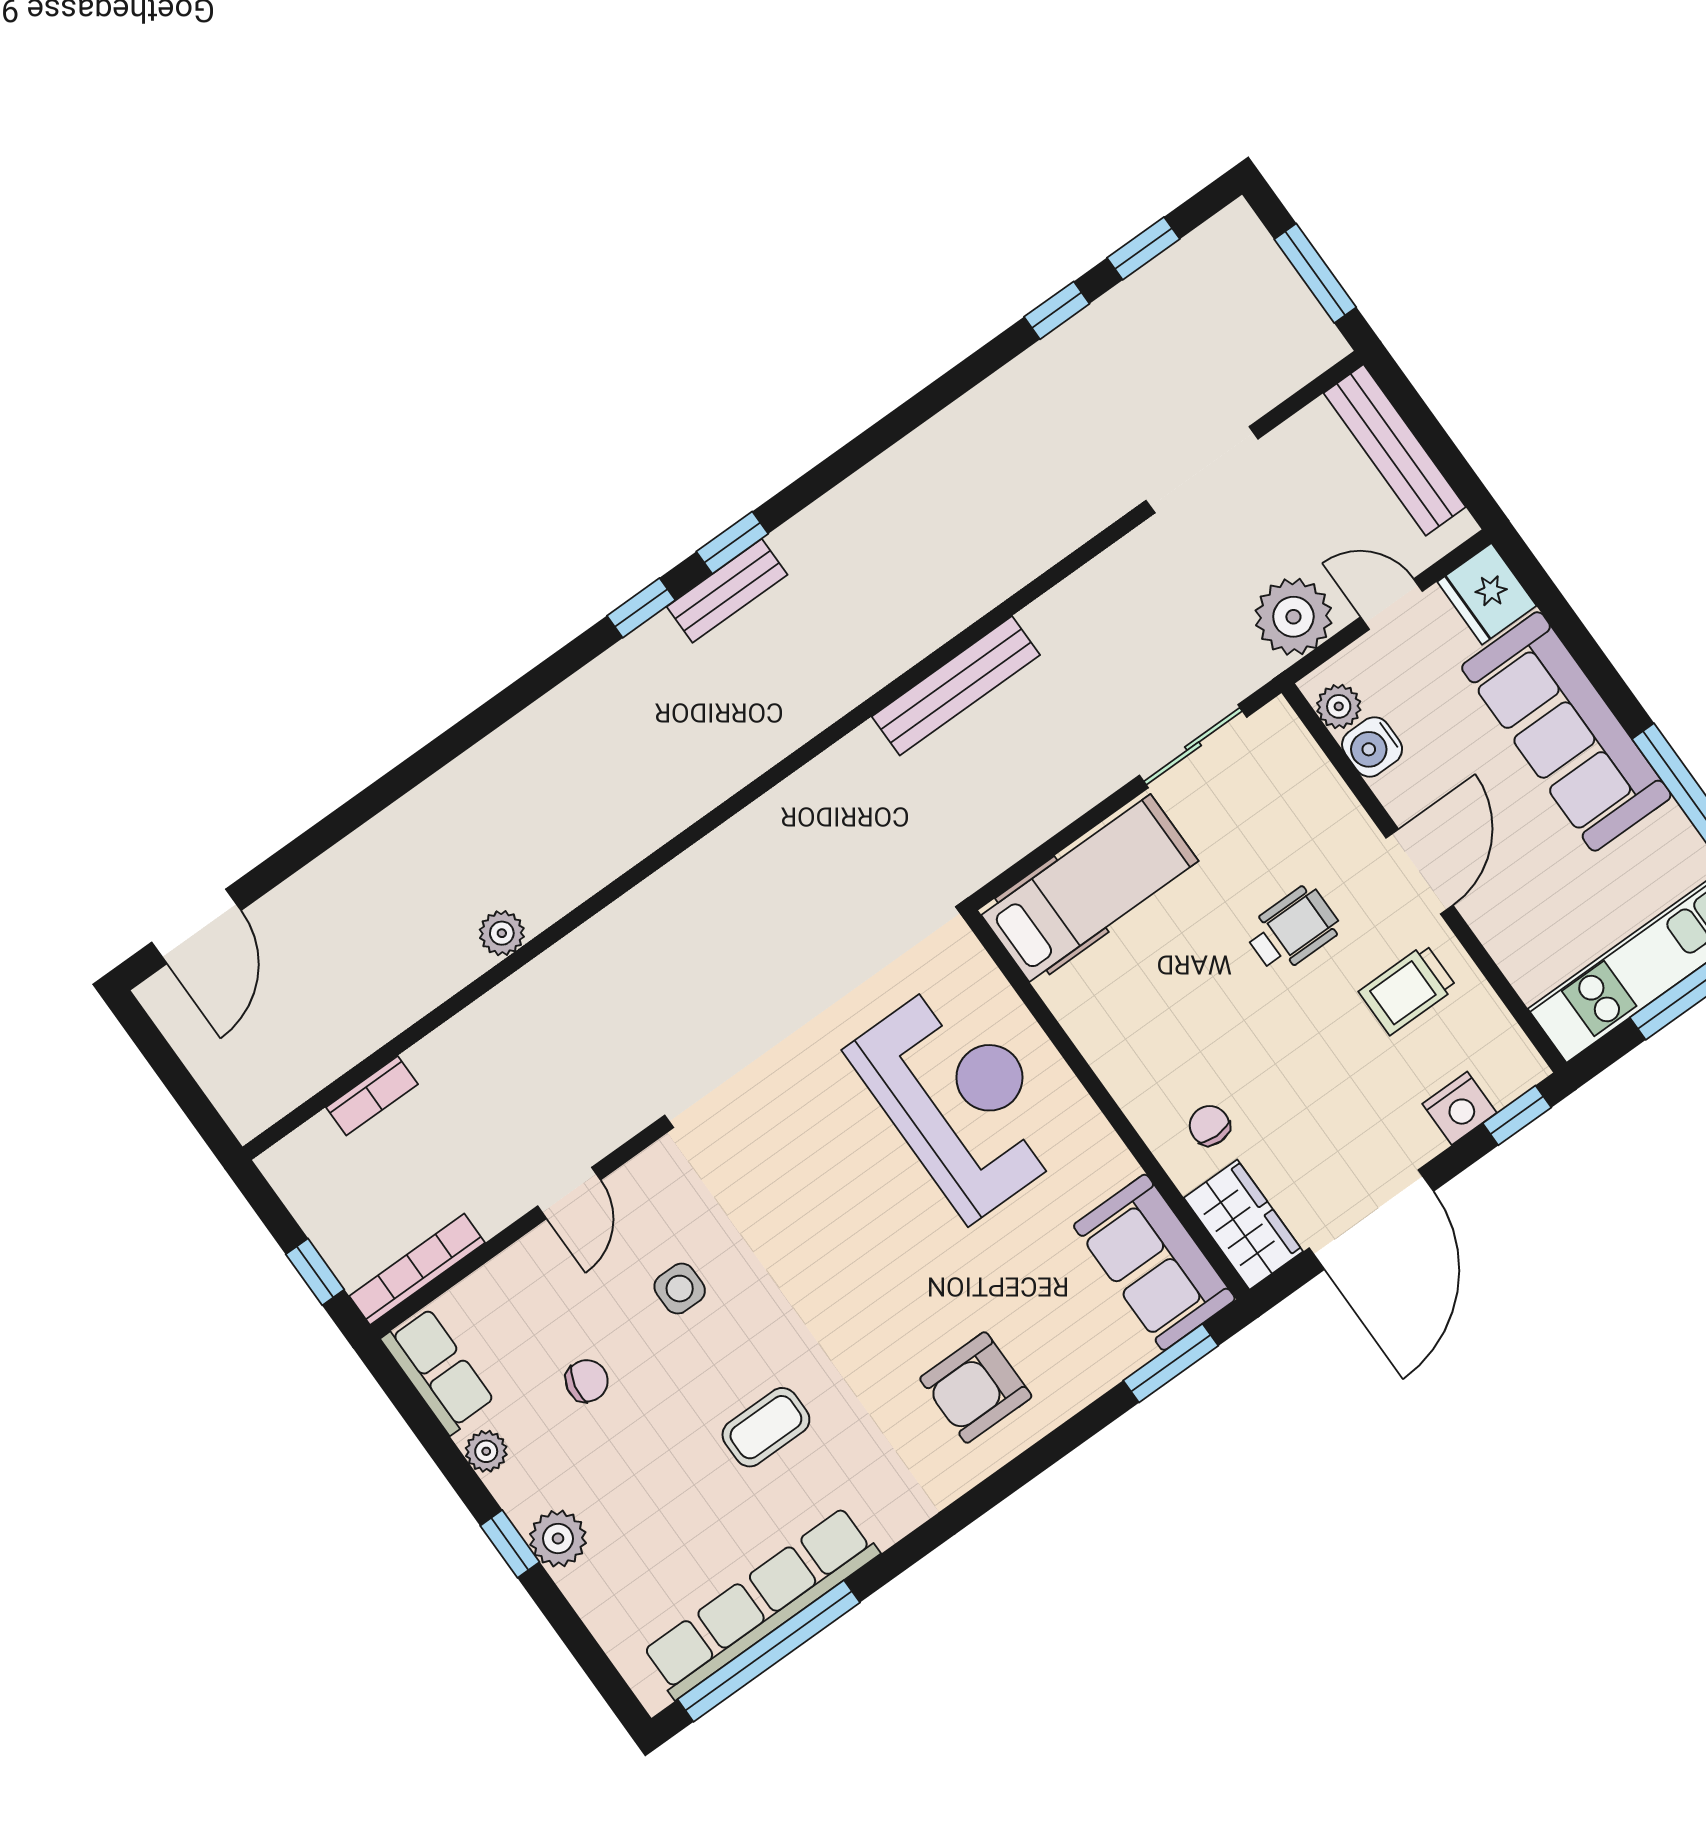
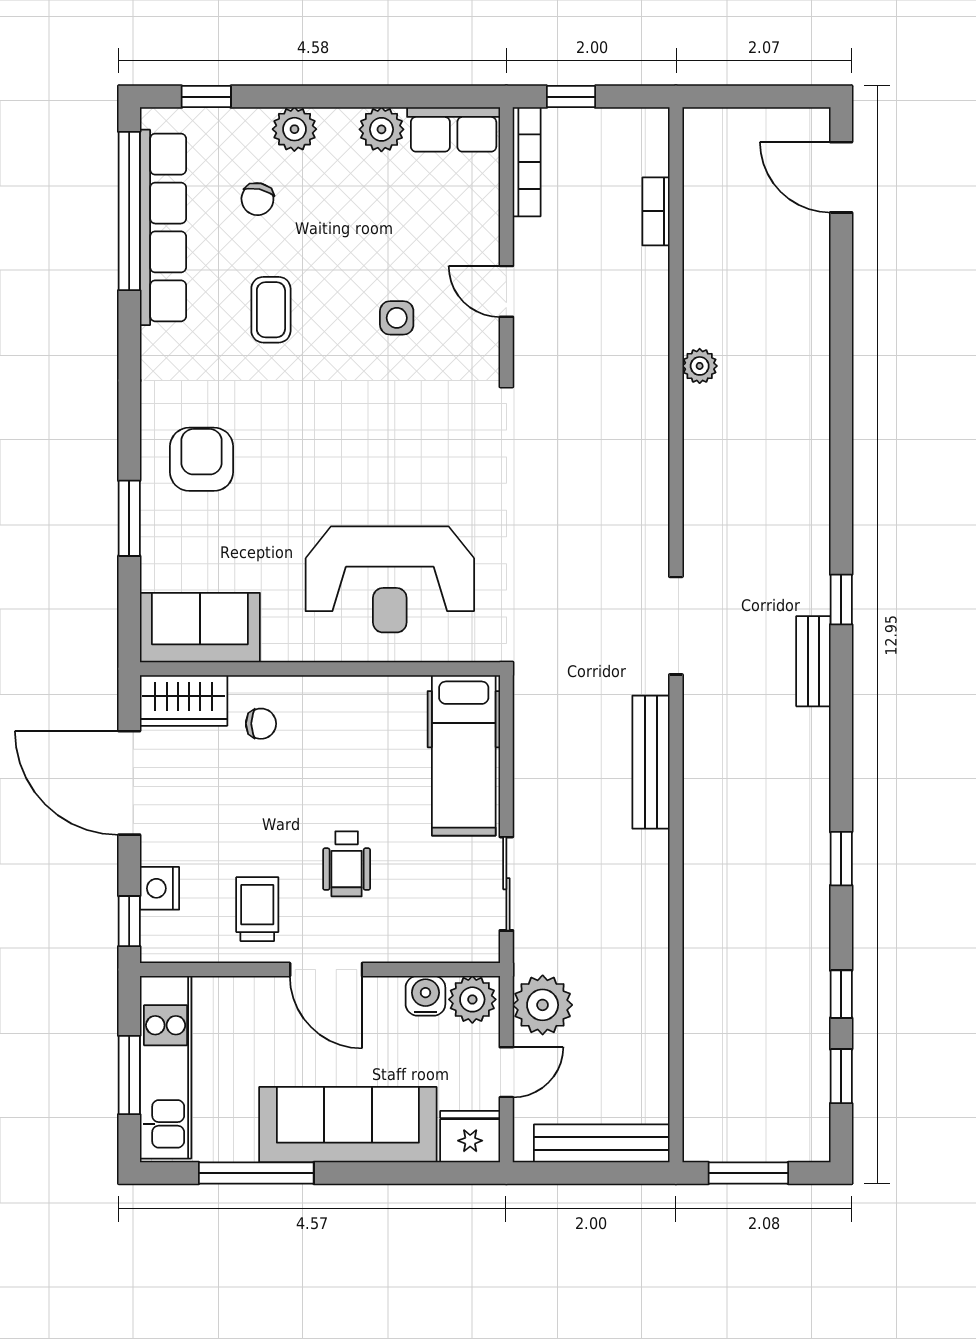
doorway: (1202, 470) -> (676, 626), moved
window: (732, 543) -> (841, 859), moved
plant: (1339, 706) -> (472, 999), width x1.38, depth x1.38
window: (1171, 1363) -> (129, 518), moved
chair: (587, 1381) -> (257, 199), moved
plant: (486, 1451) -> (381, 129), width x1.38, depth x1.38
window: (510, 1544) -> (206, 97), moved

